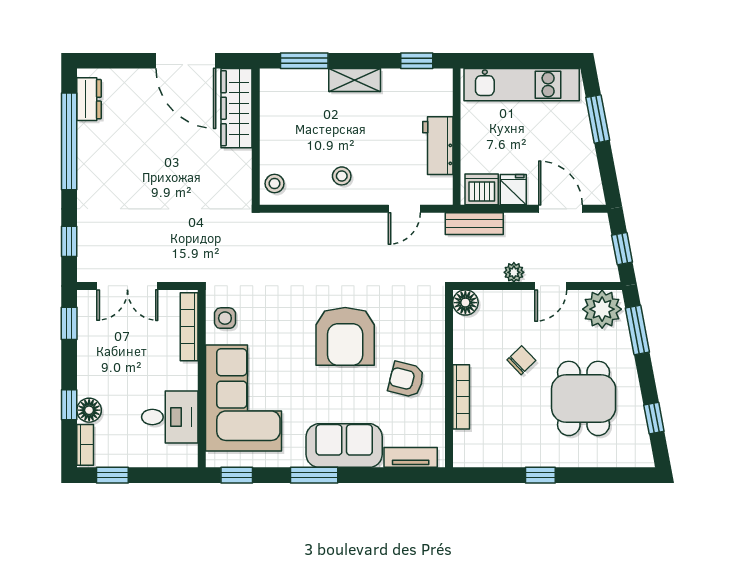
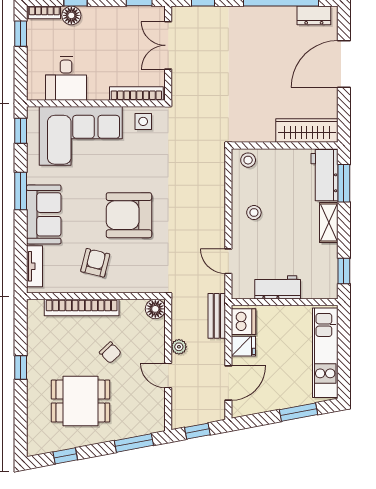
door: (186, 61) -> (344, 64), moved
workbench: (294, 86) -> (325, 175), added
plant: (602, 309) -> (150, 415), removed
bookcase: (461, 397) -> (82, 308), width x1.48, depth x1.31

